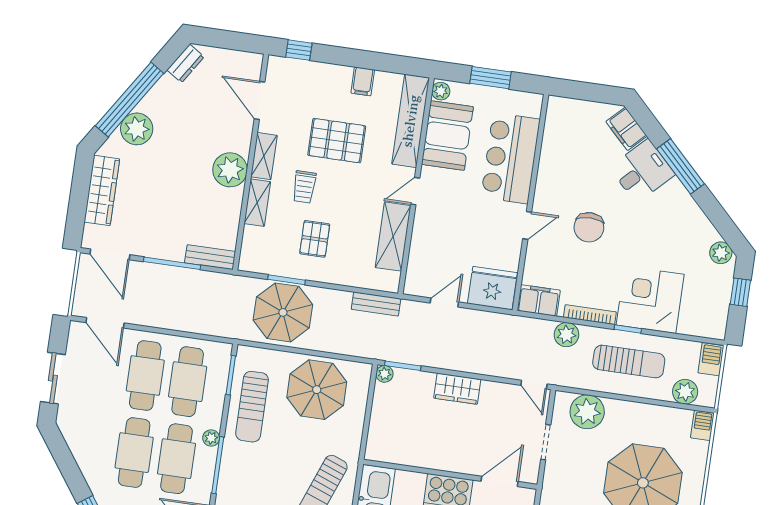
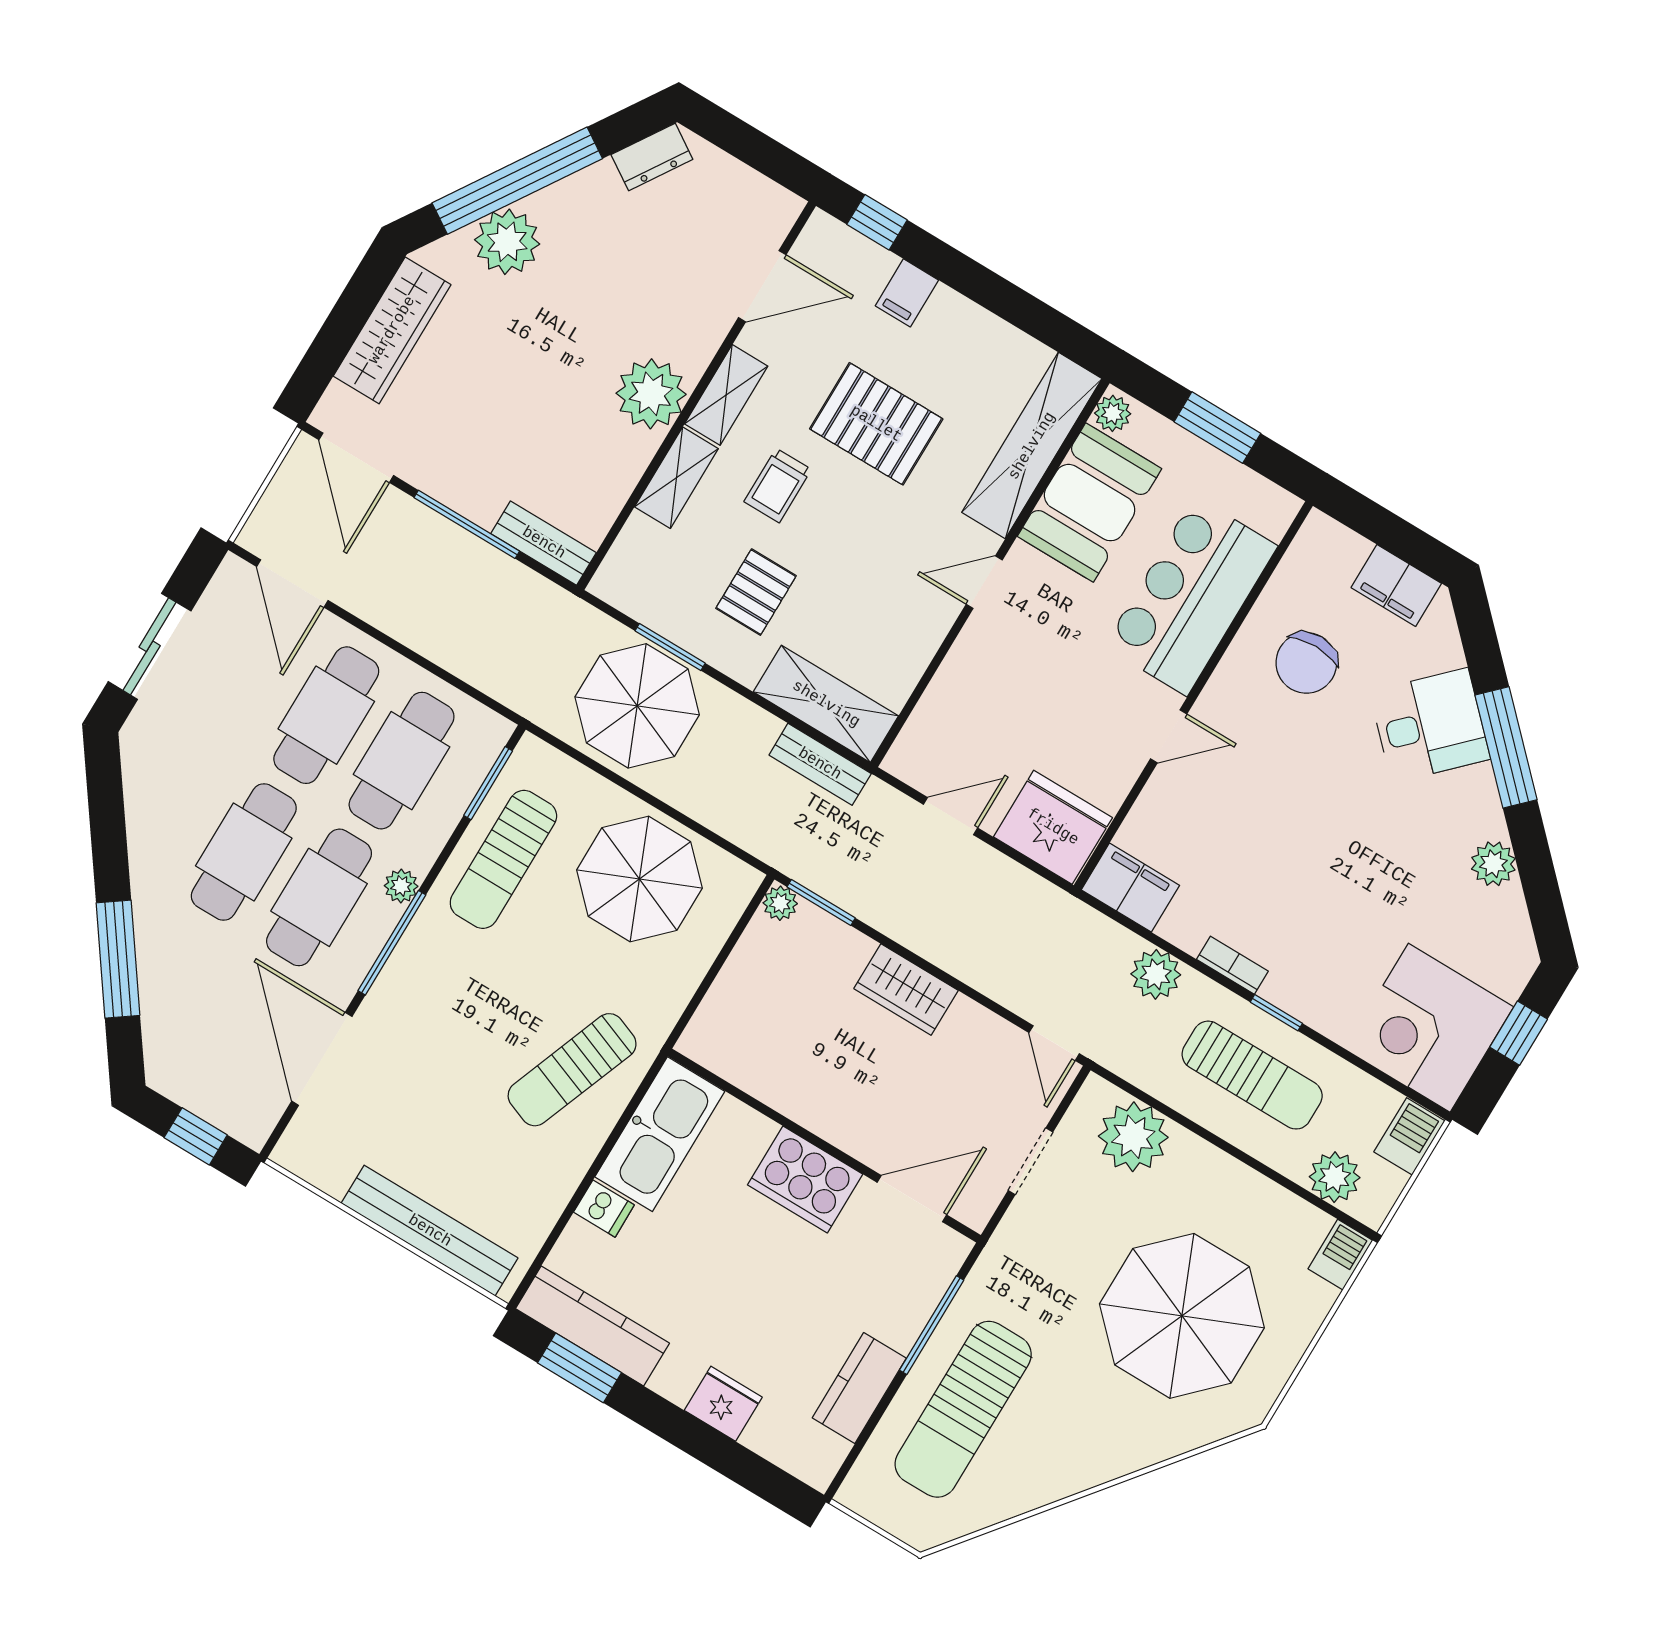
filing cabinet: (363, 81) -> (907, 293), moved
door: (260, 100) -> (762, 286), swing flipped
filing cabinet: (626, 129) -> (1396, 585), moved, turned -45
chair: (589, 227) -> (1306, 663), moved
shelving: (393, 237) -> (826, 704), moved, turned 90
plant: (721, 253) -> (1493, 864), moved
corner desk: (650, 300) -> (1429, 1028), moved, turned -90
bookcase: (590, 315) -> (1232, 965), width x0.64

